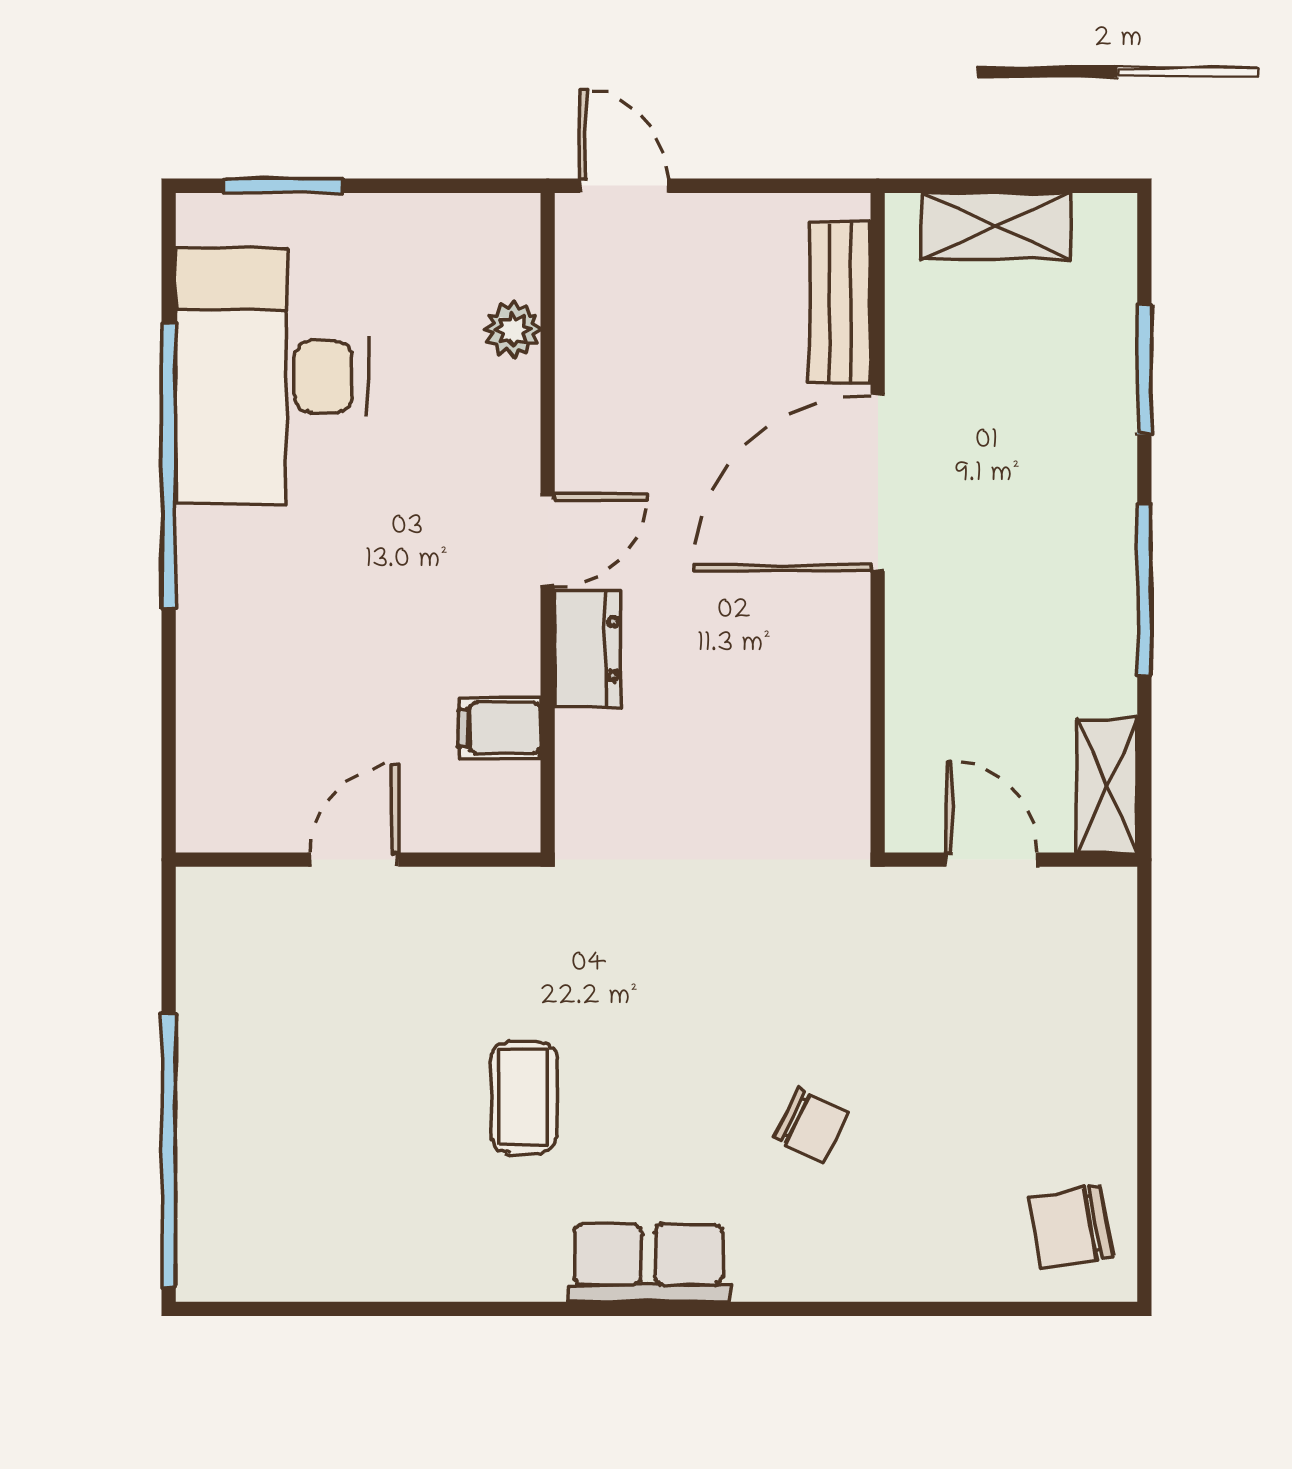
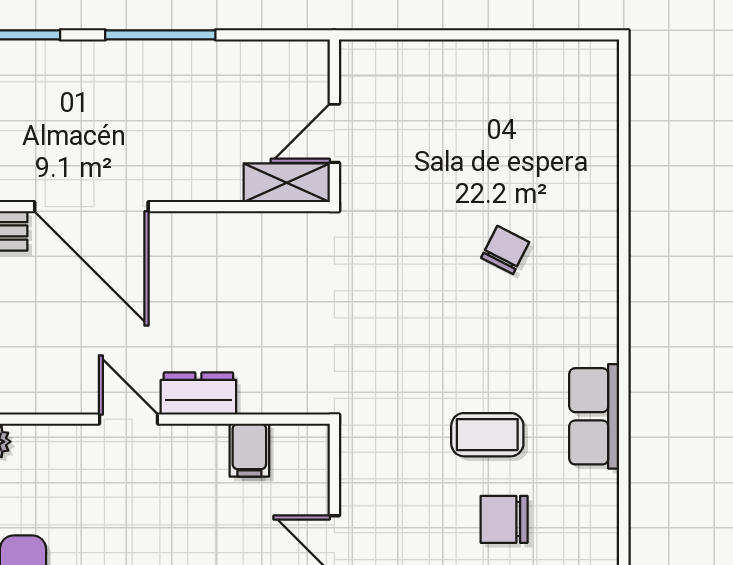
shelving: (1107, 786) -> (287, 183), moved
chair: (1071, 1227) -> (504, 519), moved, turned 100
row of seats: (648, 1263) -> (594, 416), moved

